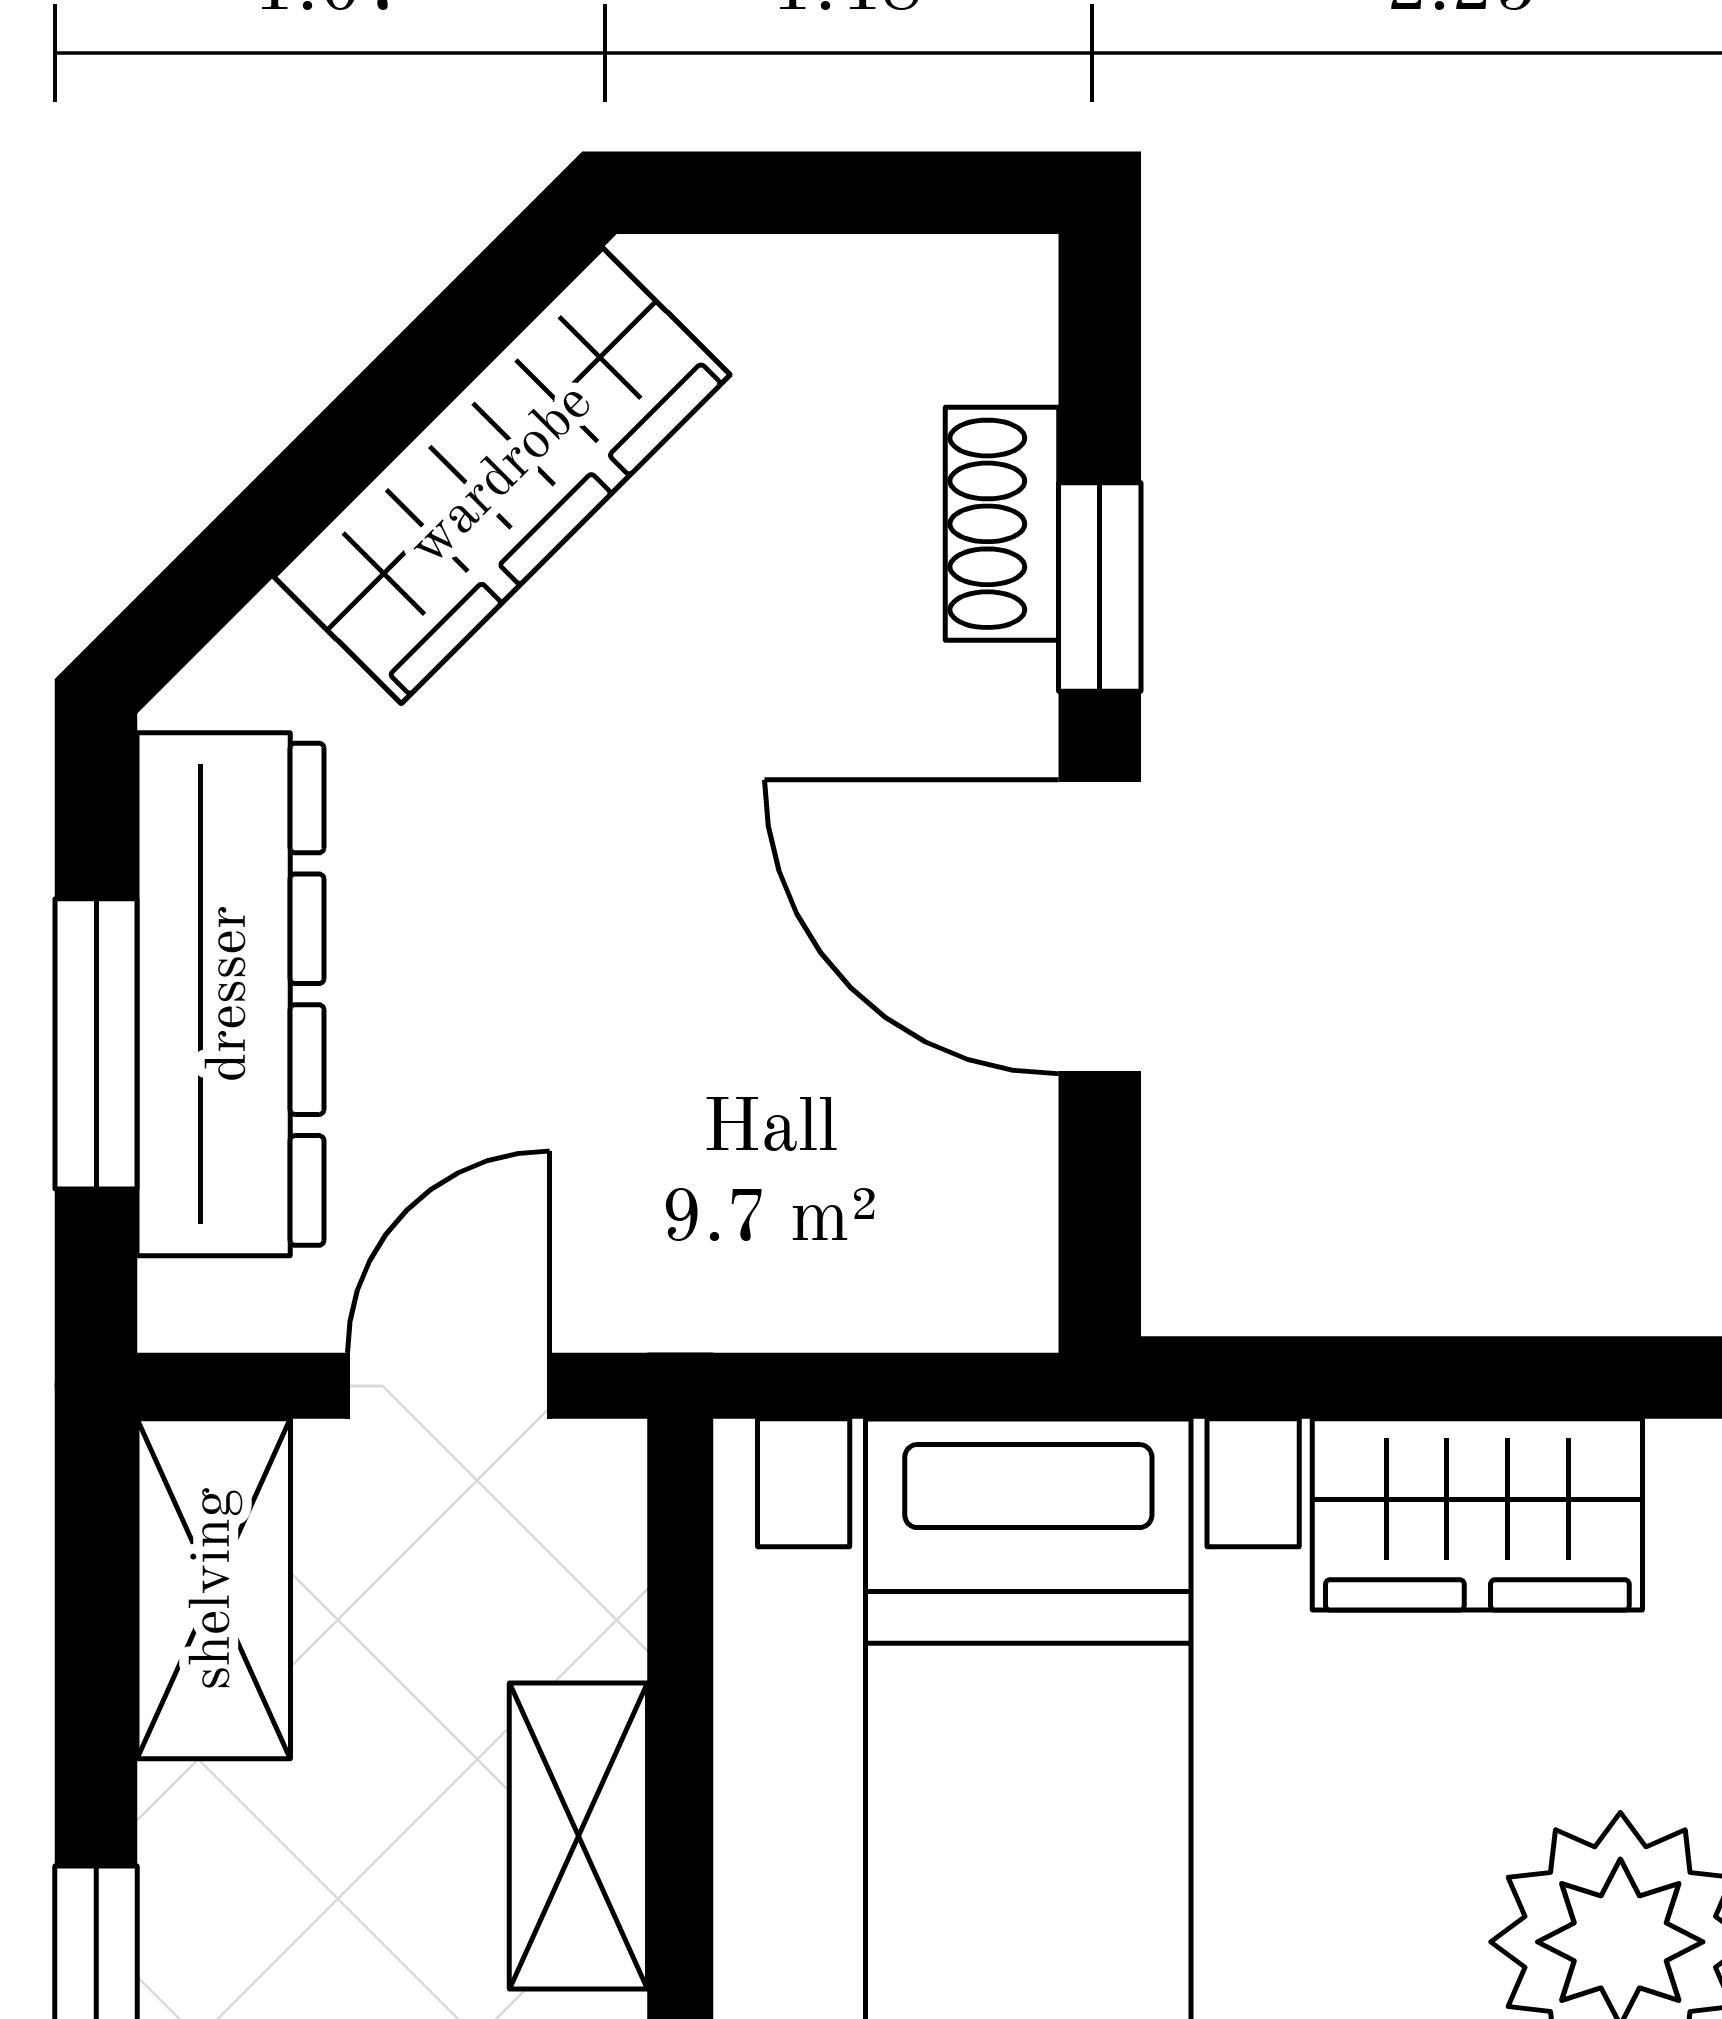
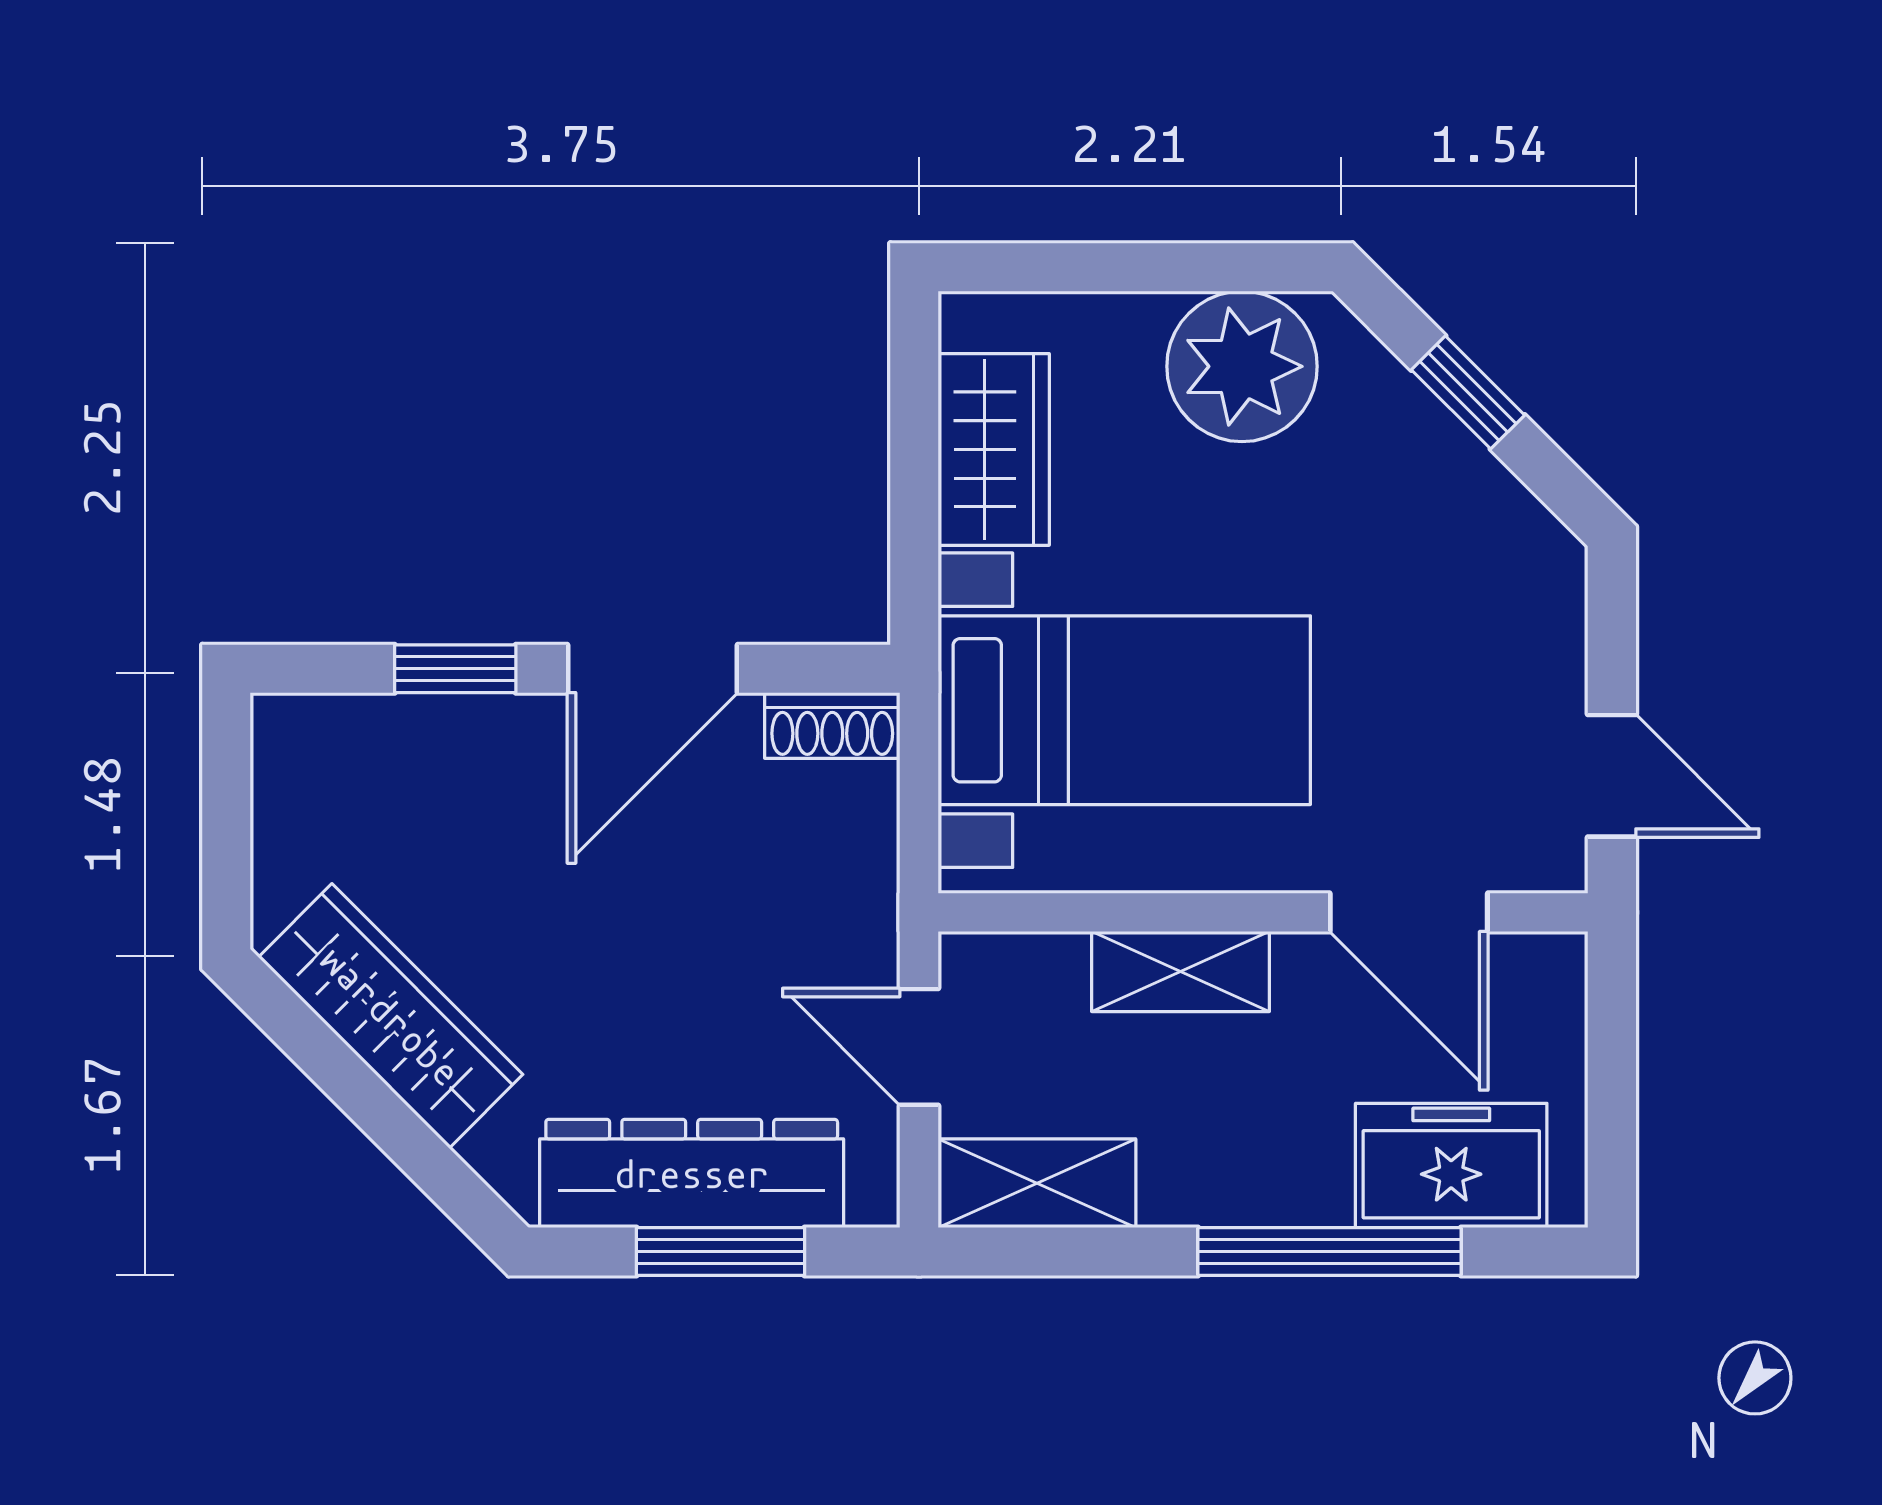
shoe rack: (1002, 524) -> (832, 725), moved

